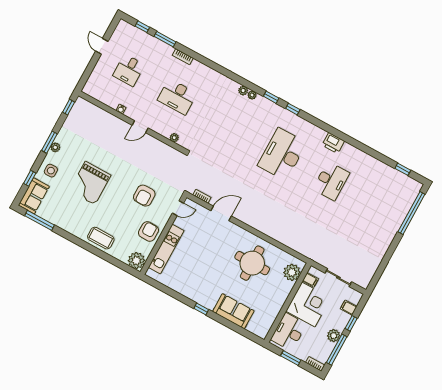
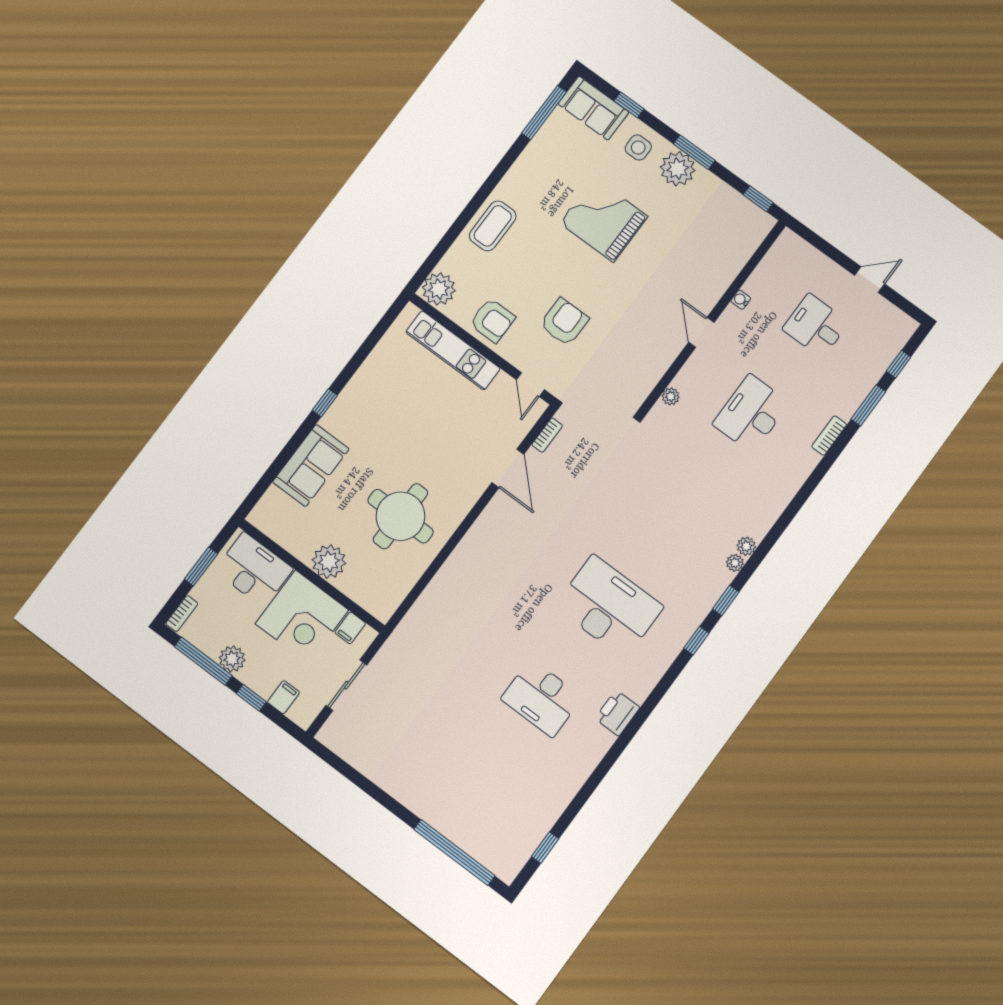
plant: (55, 147) -> (678, 169), width x1.88, depth x1.88
armchair: (144, 196) -> (564, 322), turned 90
plant: (292, 272) -> (329, 562), moved

